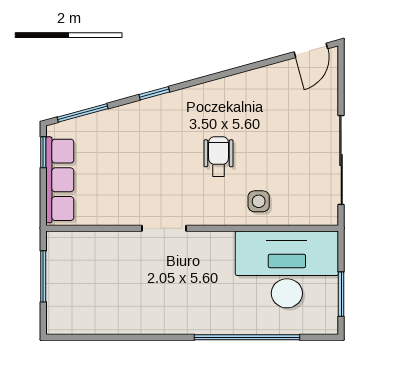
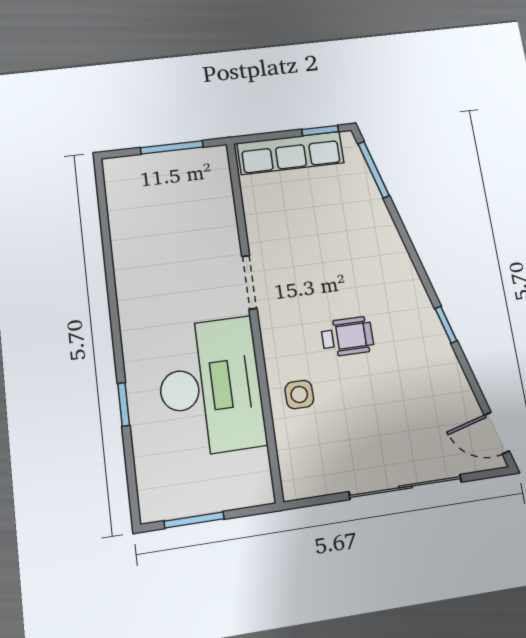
window: (154, 93) -> (446, 325), moved
sliding door: (341, 160) -> (405, 487), moved
desk: (287, 269) -> (210, 387), moved
window: (247, 337) -> (124, 404), width x0.32

